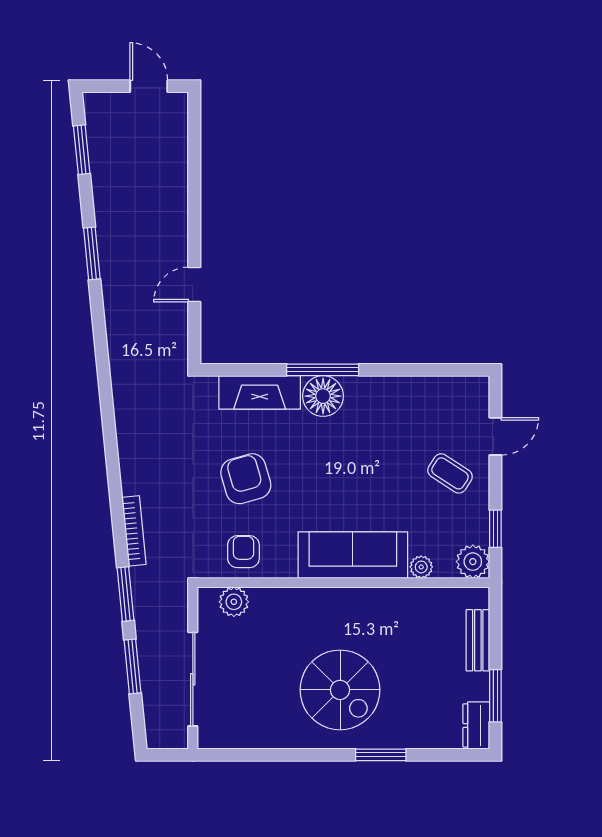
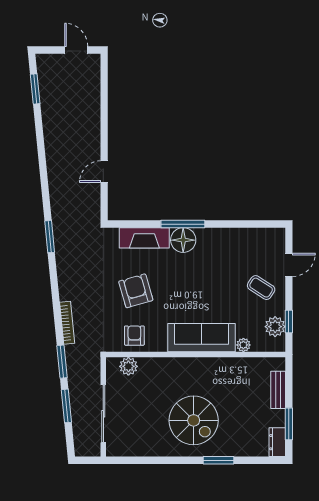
window: (92, 253) -> (50, 237), moved
plant: (473, 562) -> (275, 327), moved

